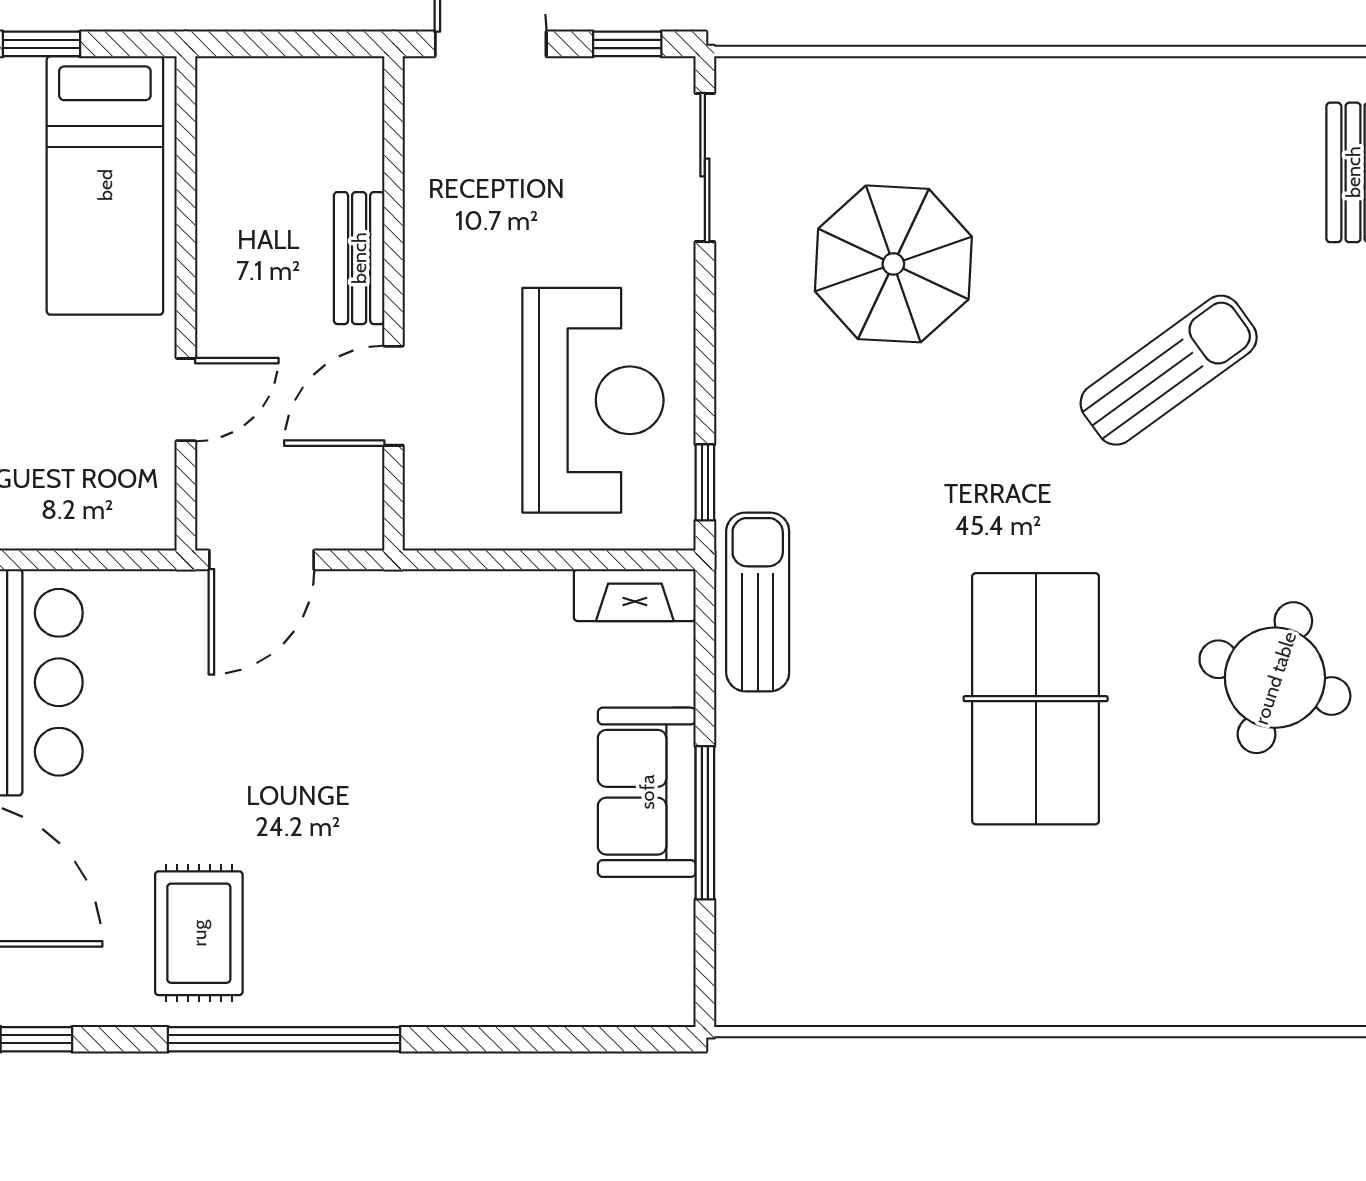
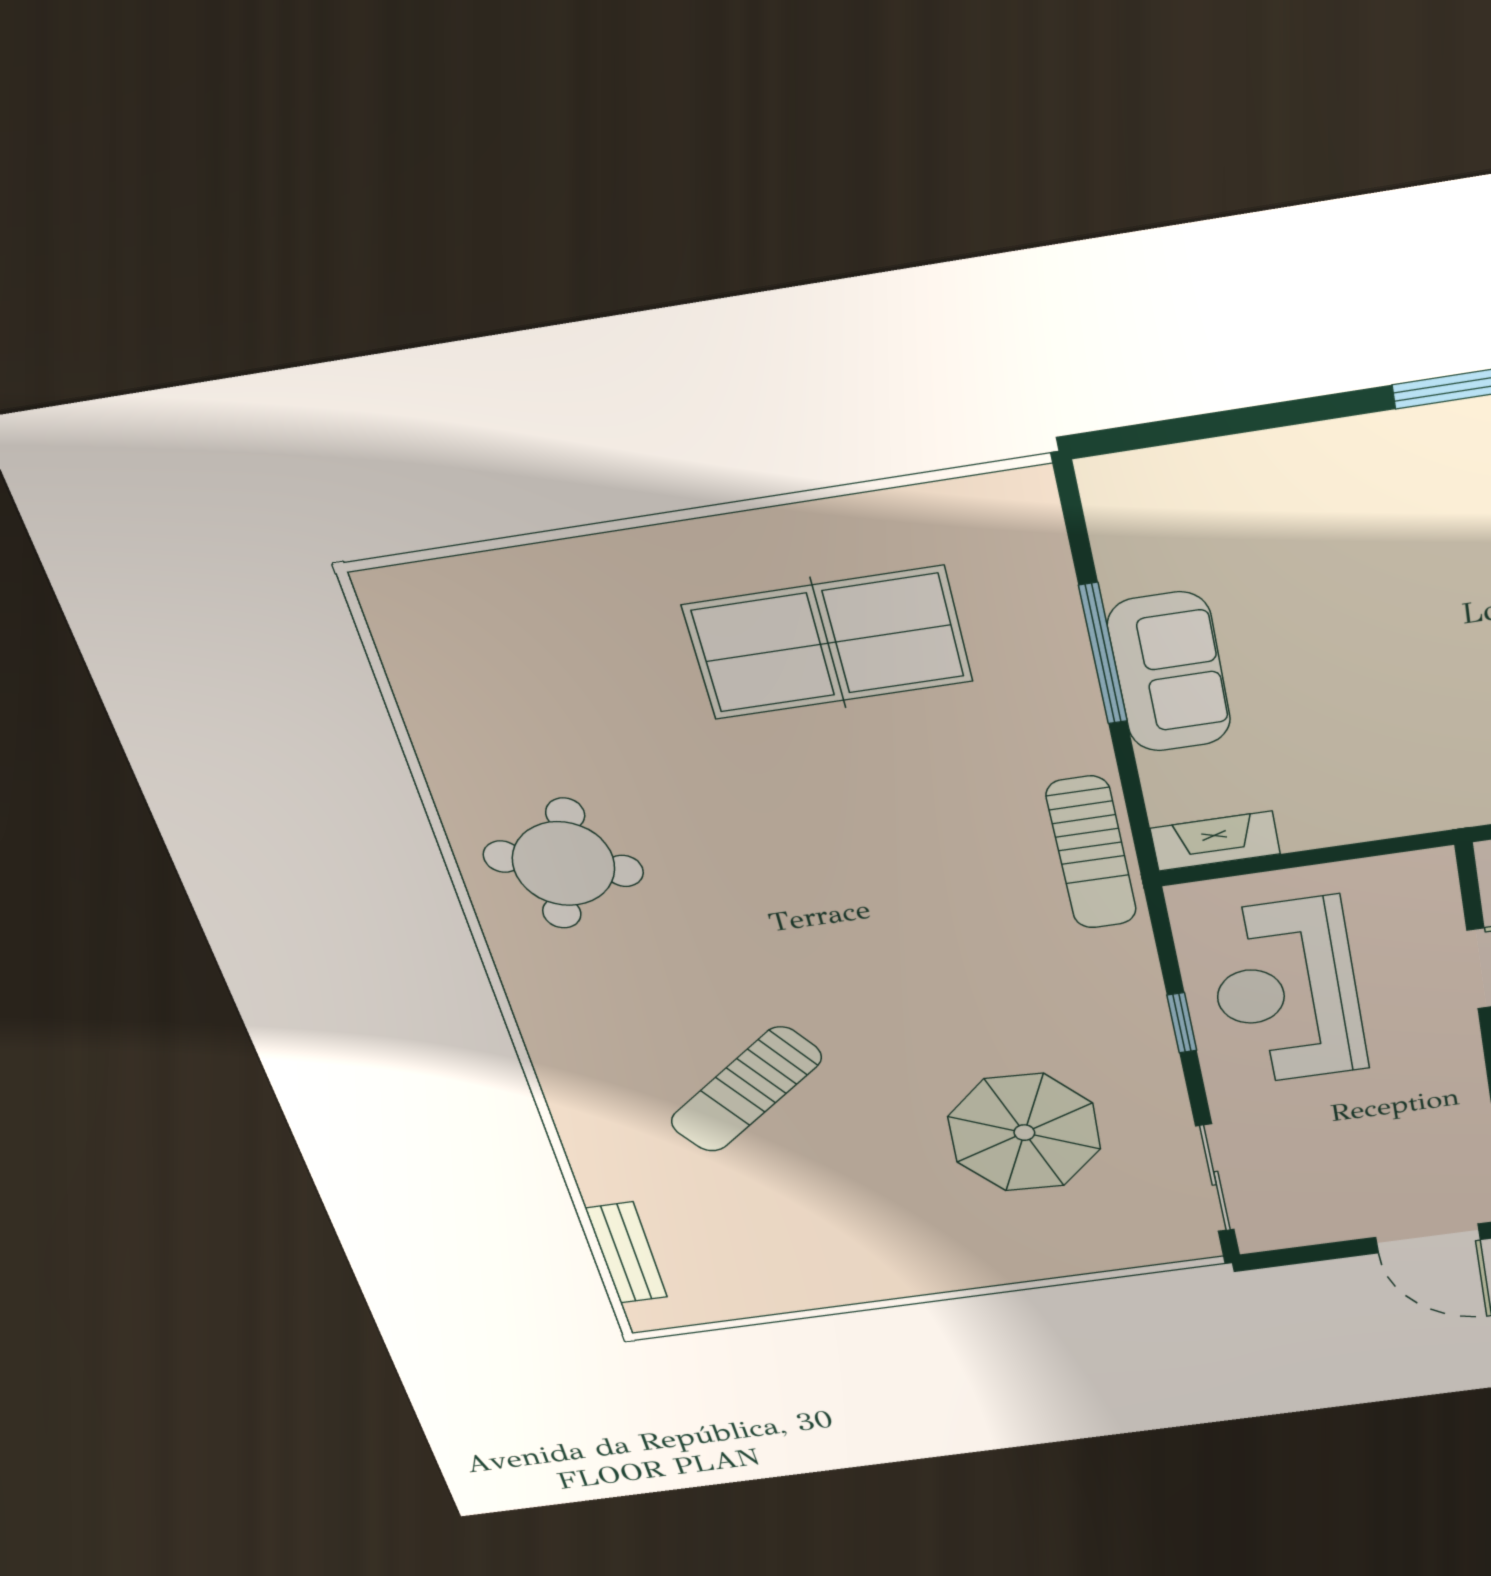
window: (627, 44) -> (1304, 1255), removed
window: (705, 482) -> (1182, 1023), moved
table tennis table: (1036, 699) -> (828, 643), moved, turned 90

